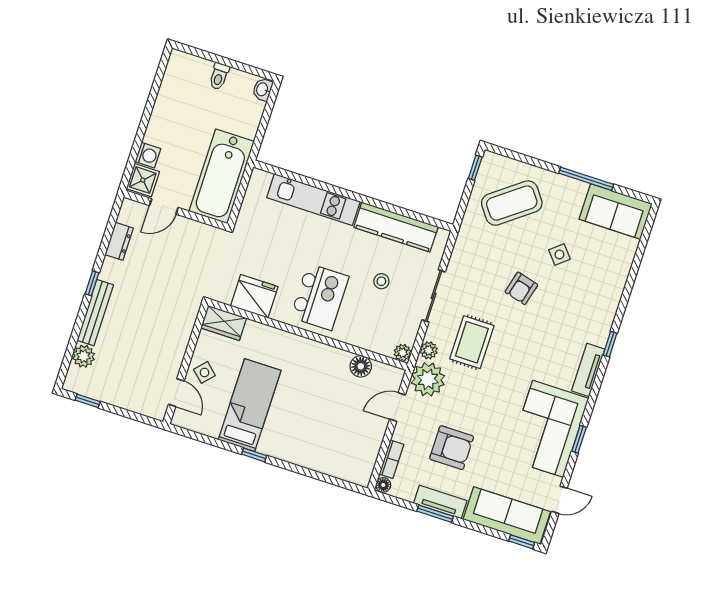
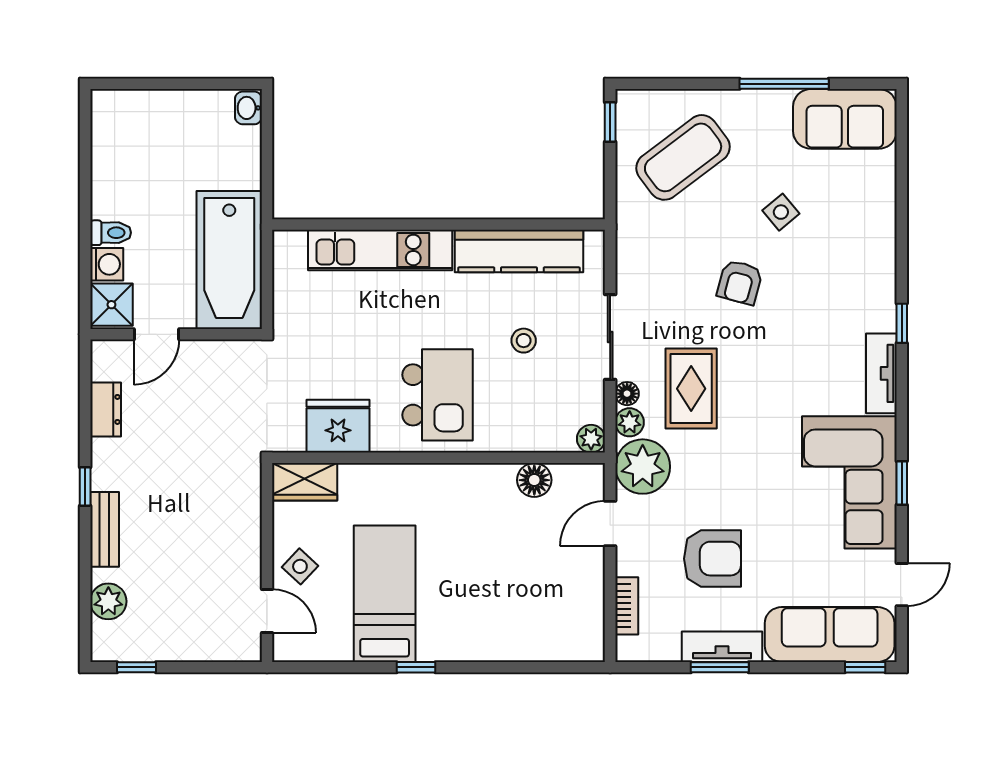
toilet: (219, 76) -> (111, 233), moved, turned -90
bench: (95, 313) -> (105, 529), width x0.73
floor lamp: (383, 485) -> (627, 394), moved

